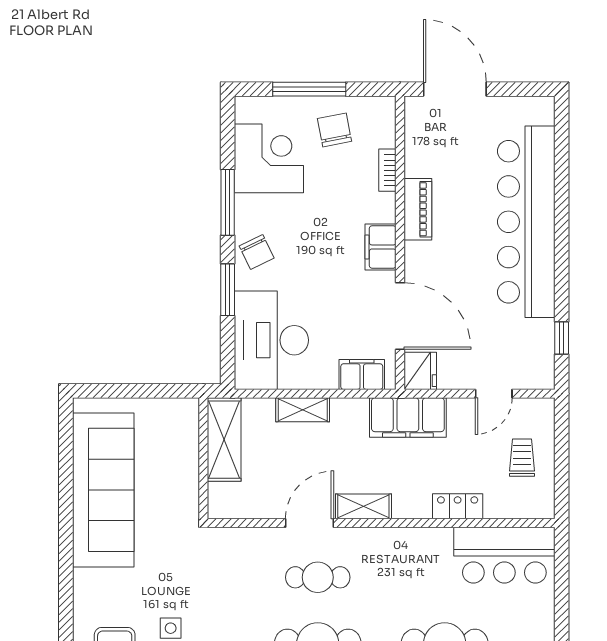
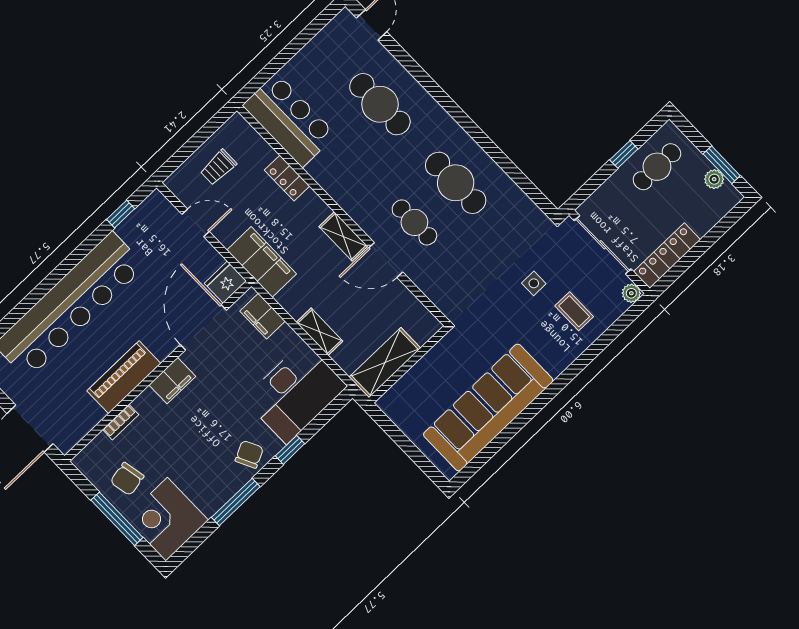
corner desk: (269, 158) -> (167, 519), moved
piano: (418, 209) -> (124, 377), width x1.37, depth x1.33
window: (228, 290) -> (290, 450), width x0.67

